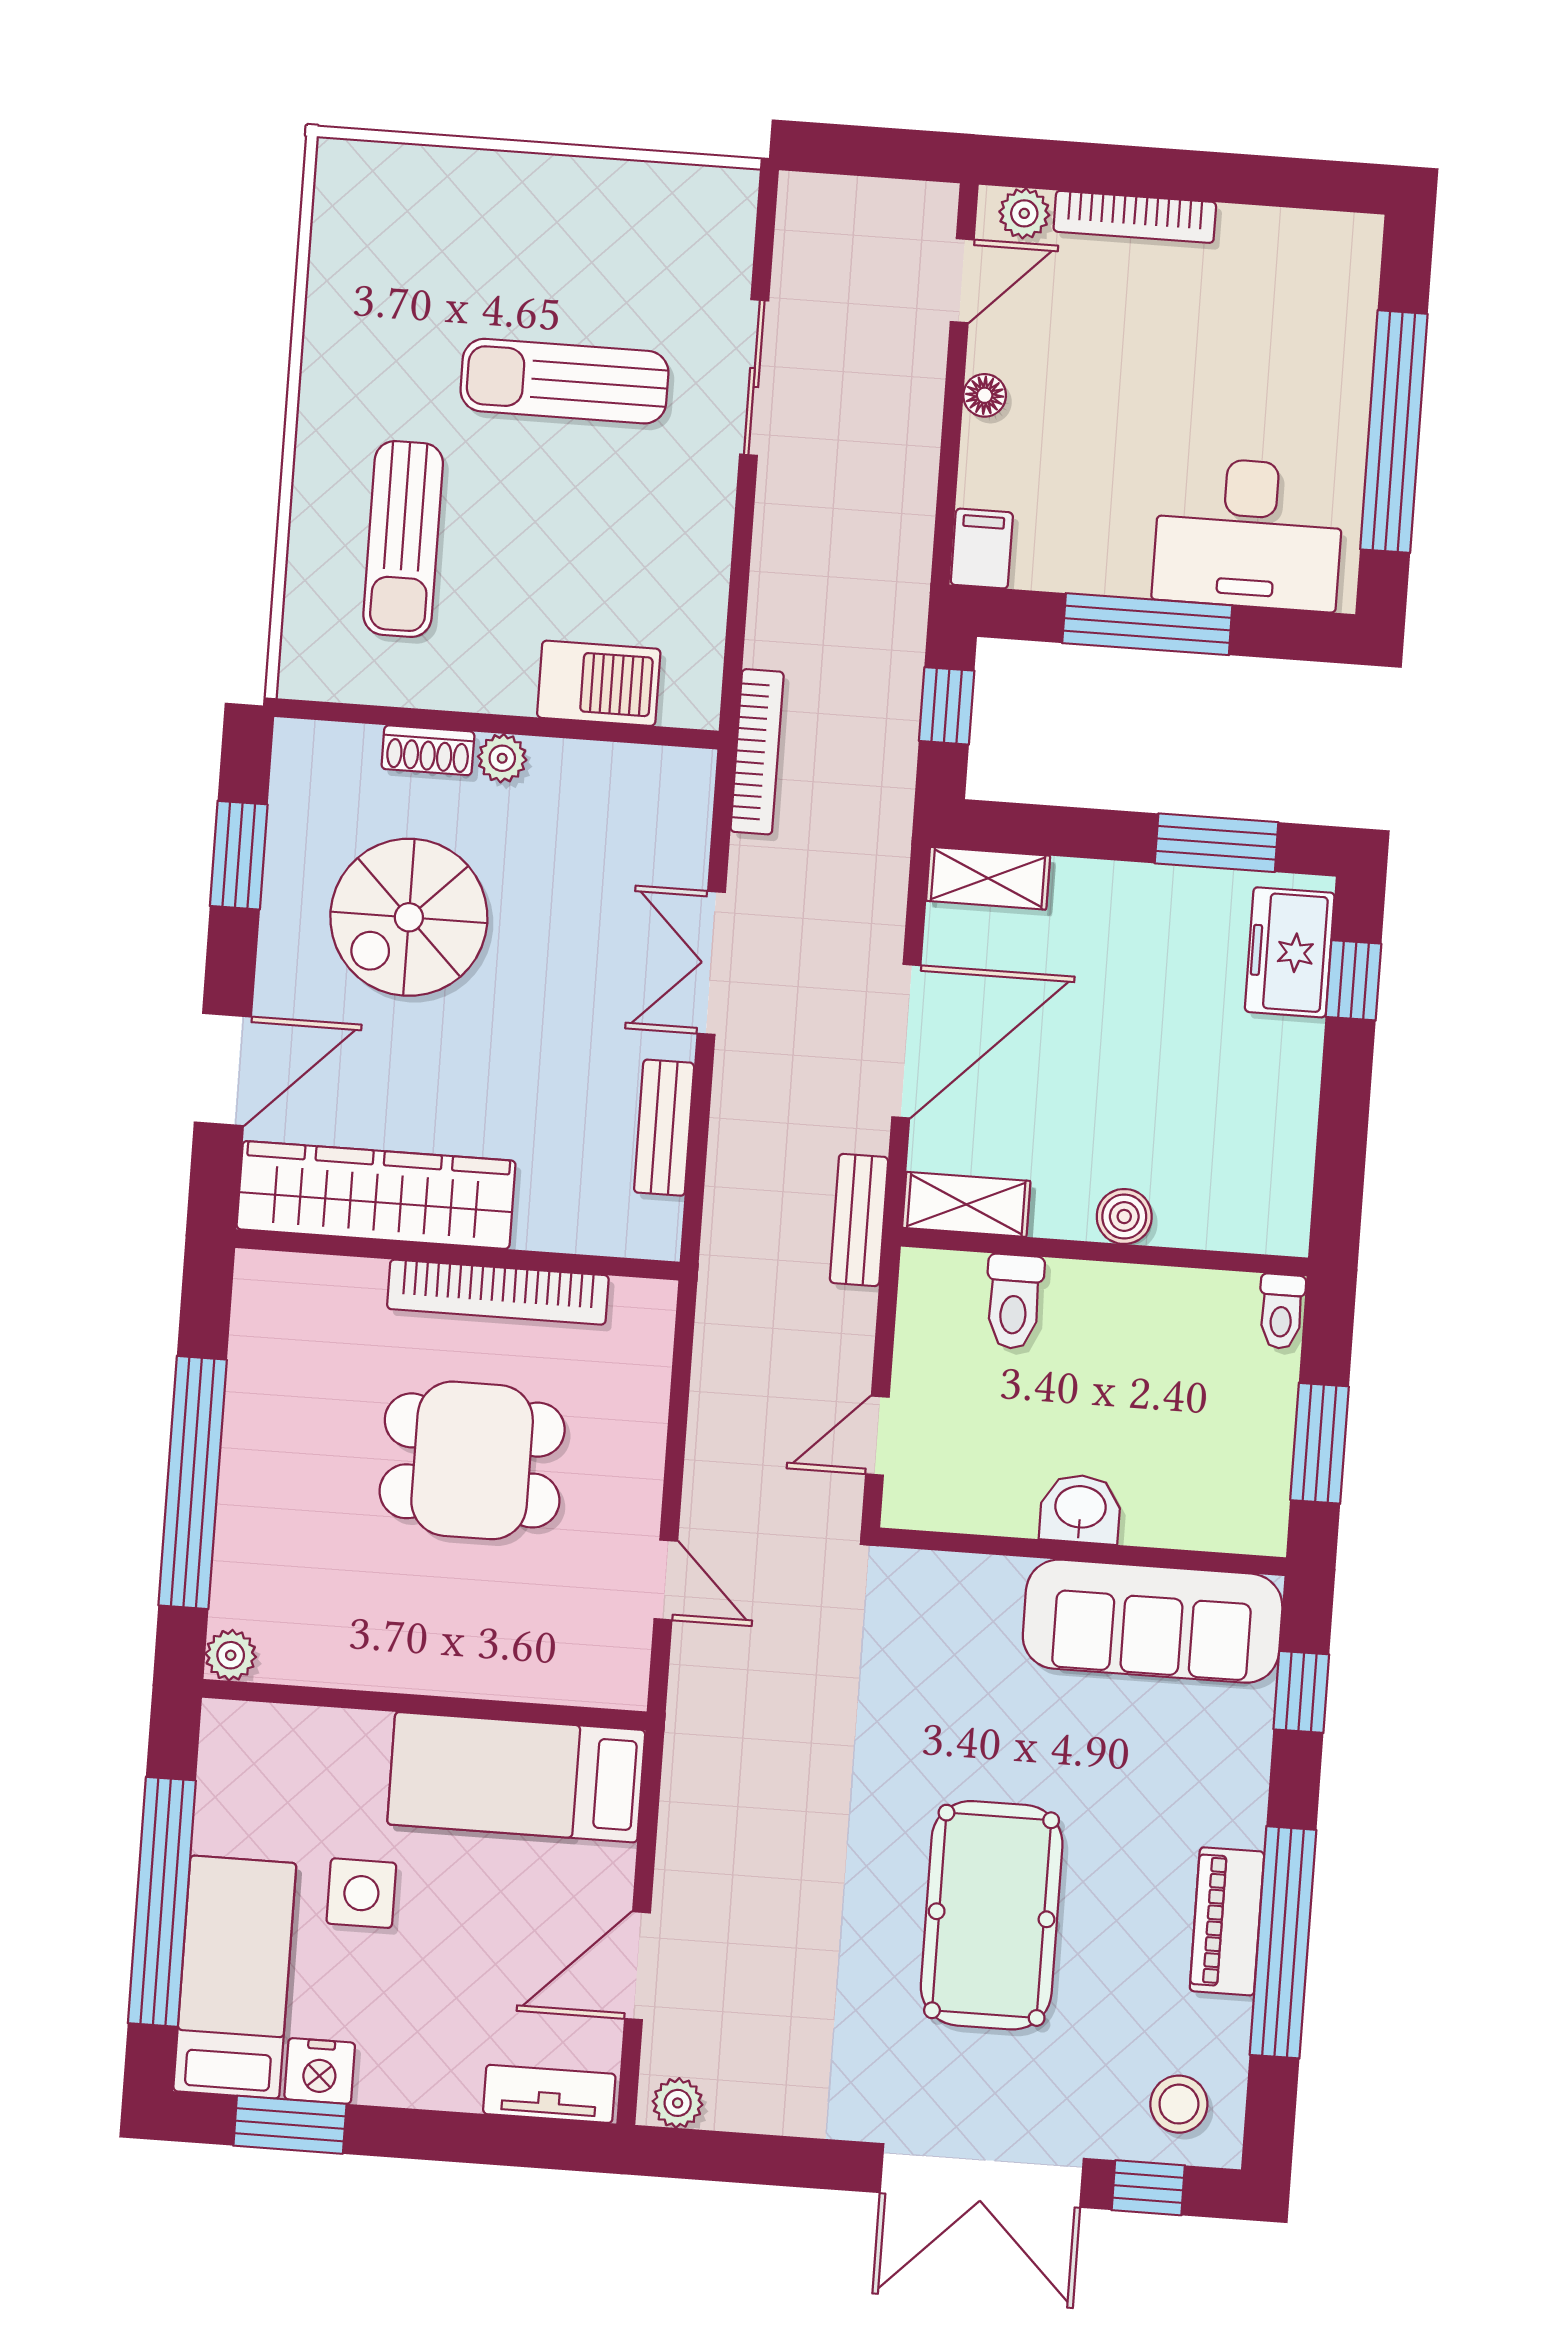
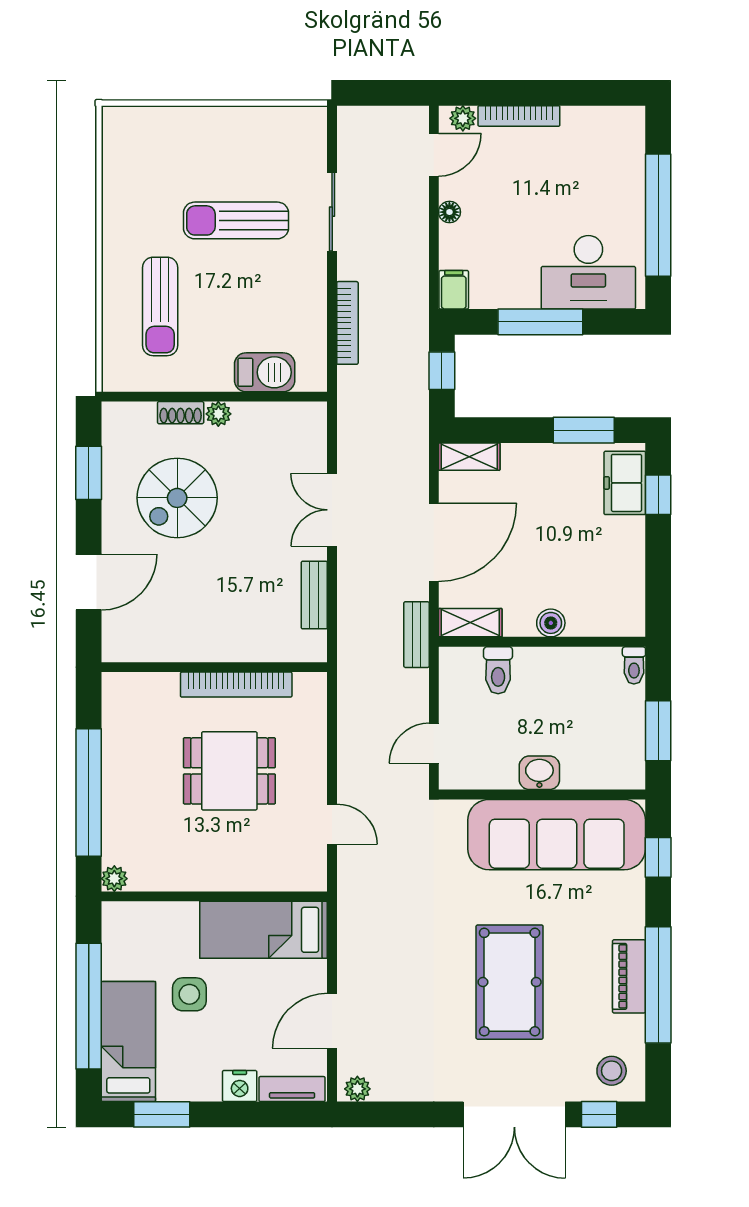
bookcase: (757, 752) -> (347, 323), moved
wardrobe: (376, 1195) -> (171, 640), removed
sofa: (1153, 1621) -> (557, 835), width x1.36, depth x1.27
nightstand: (320, 2071) -> (240, 1086), moved

